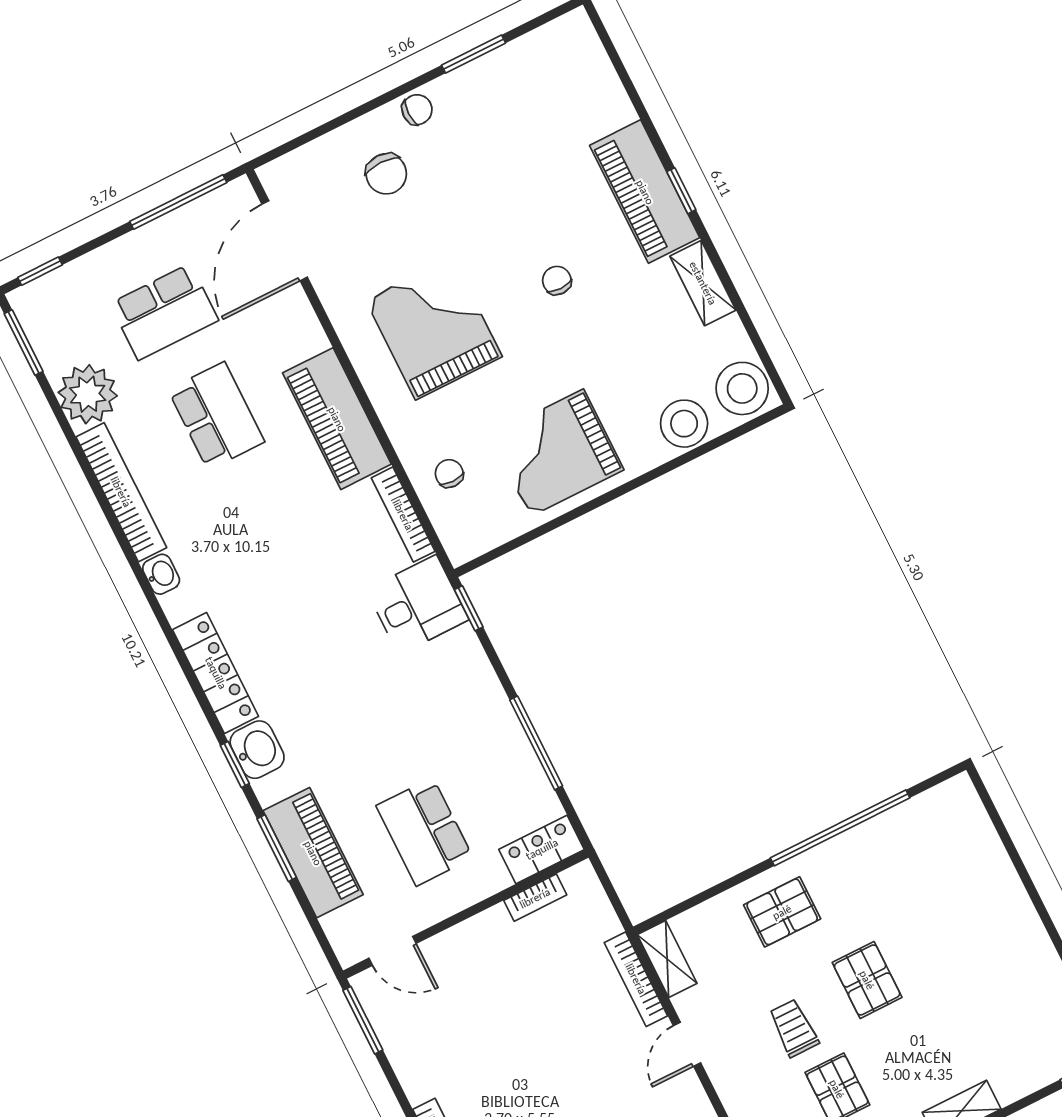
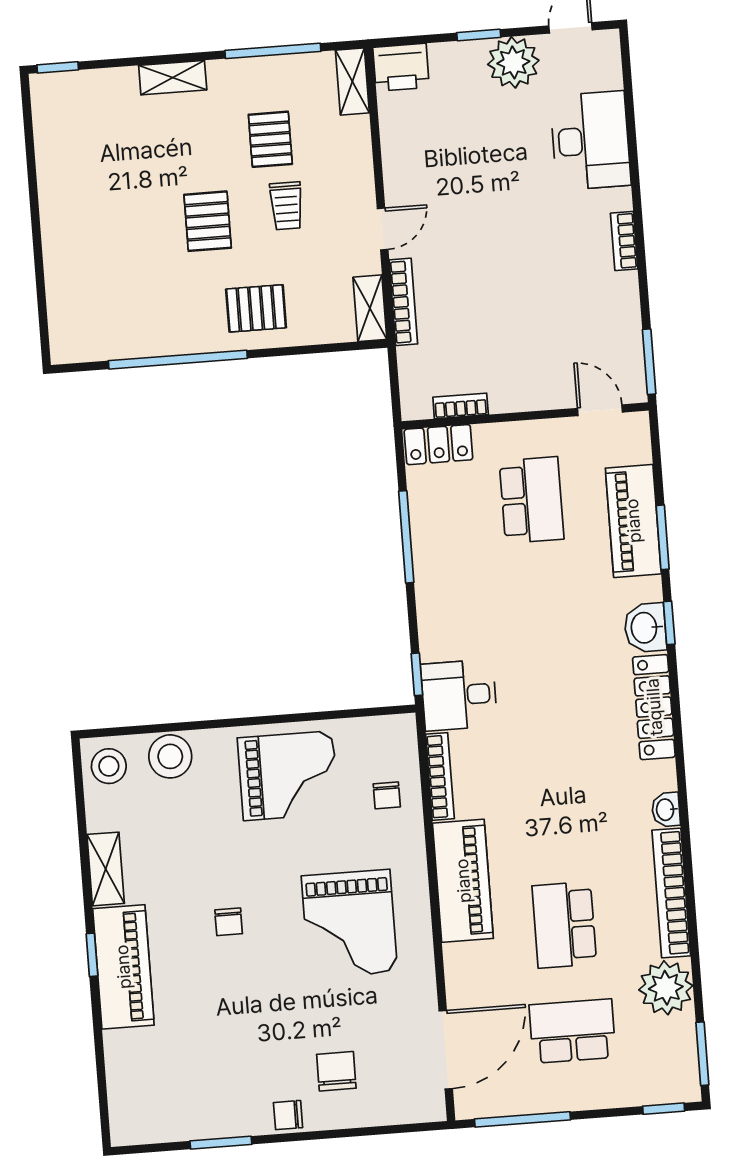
stool: (742, 388) -> (109, 766), width x0.73, depth x0.73

